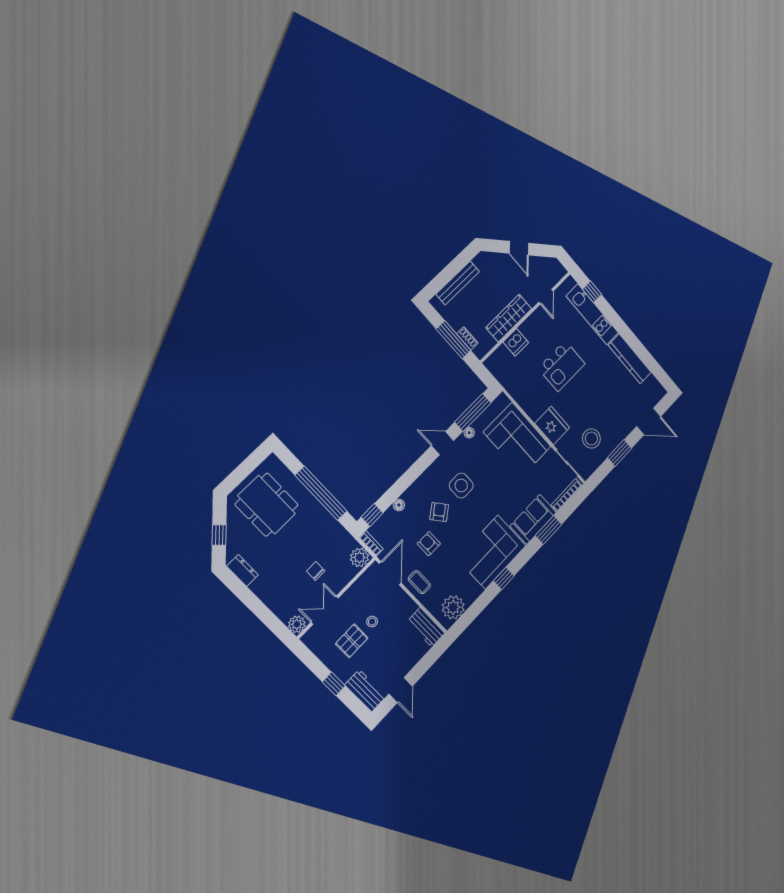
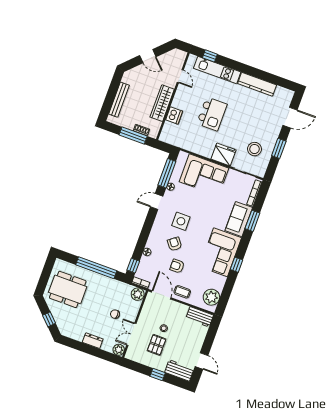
dresser: (242, 571) -> (93, 341), moved

